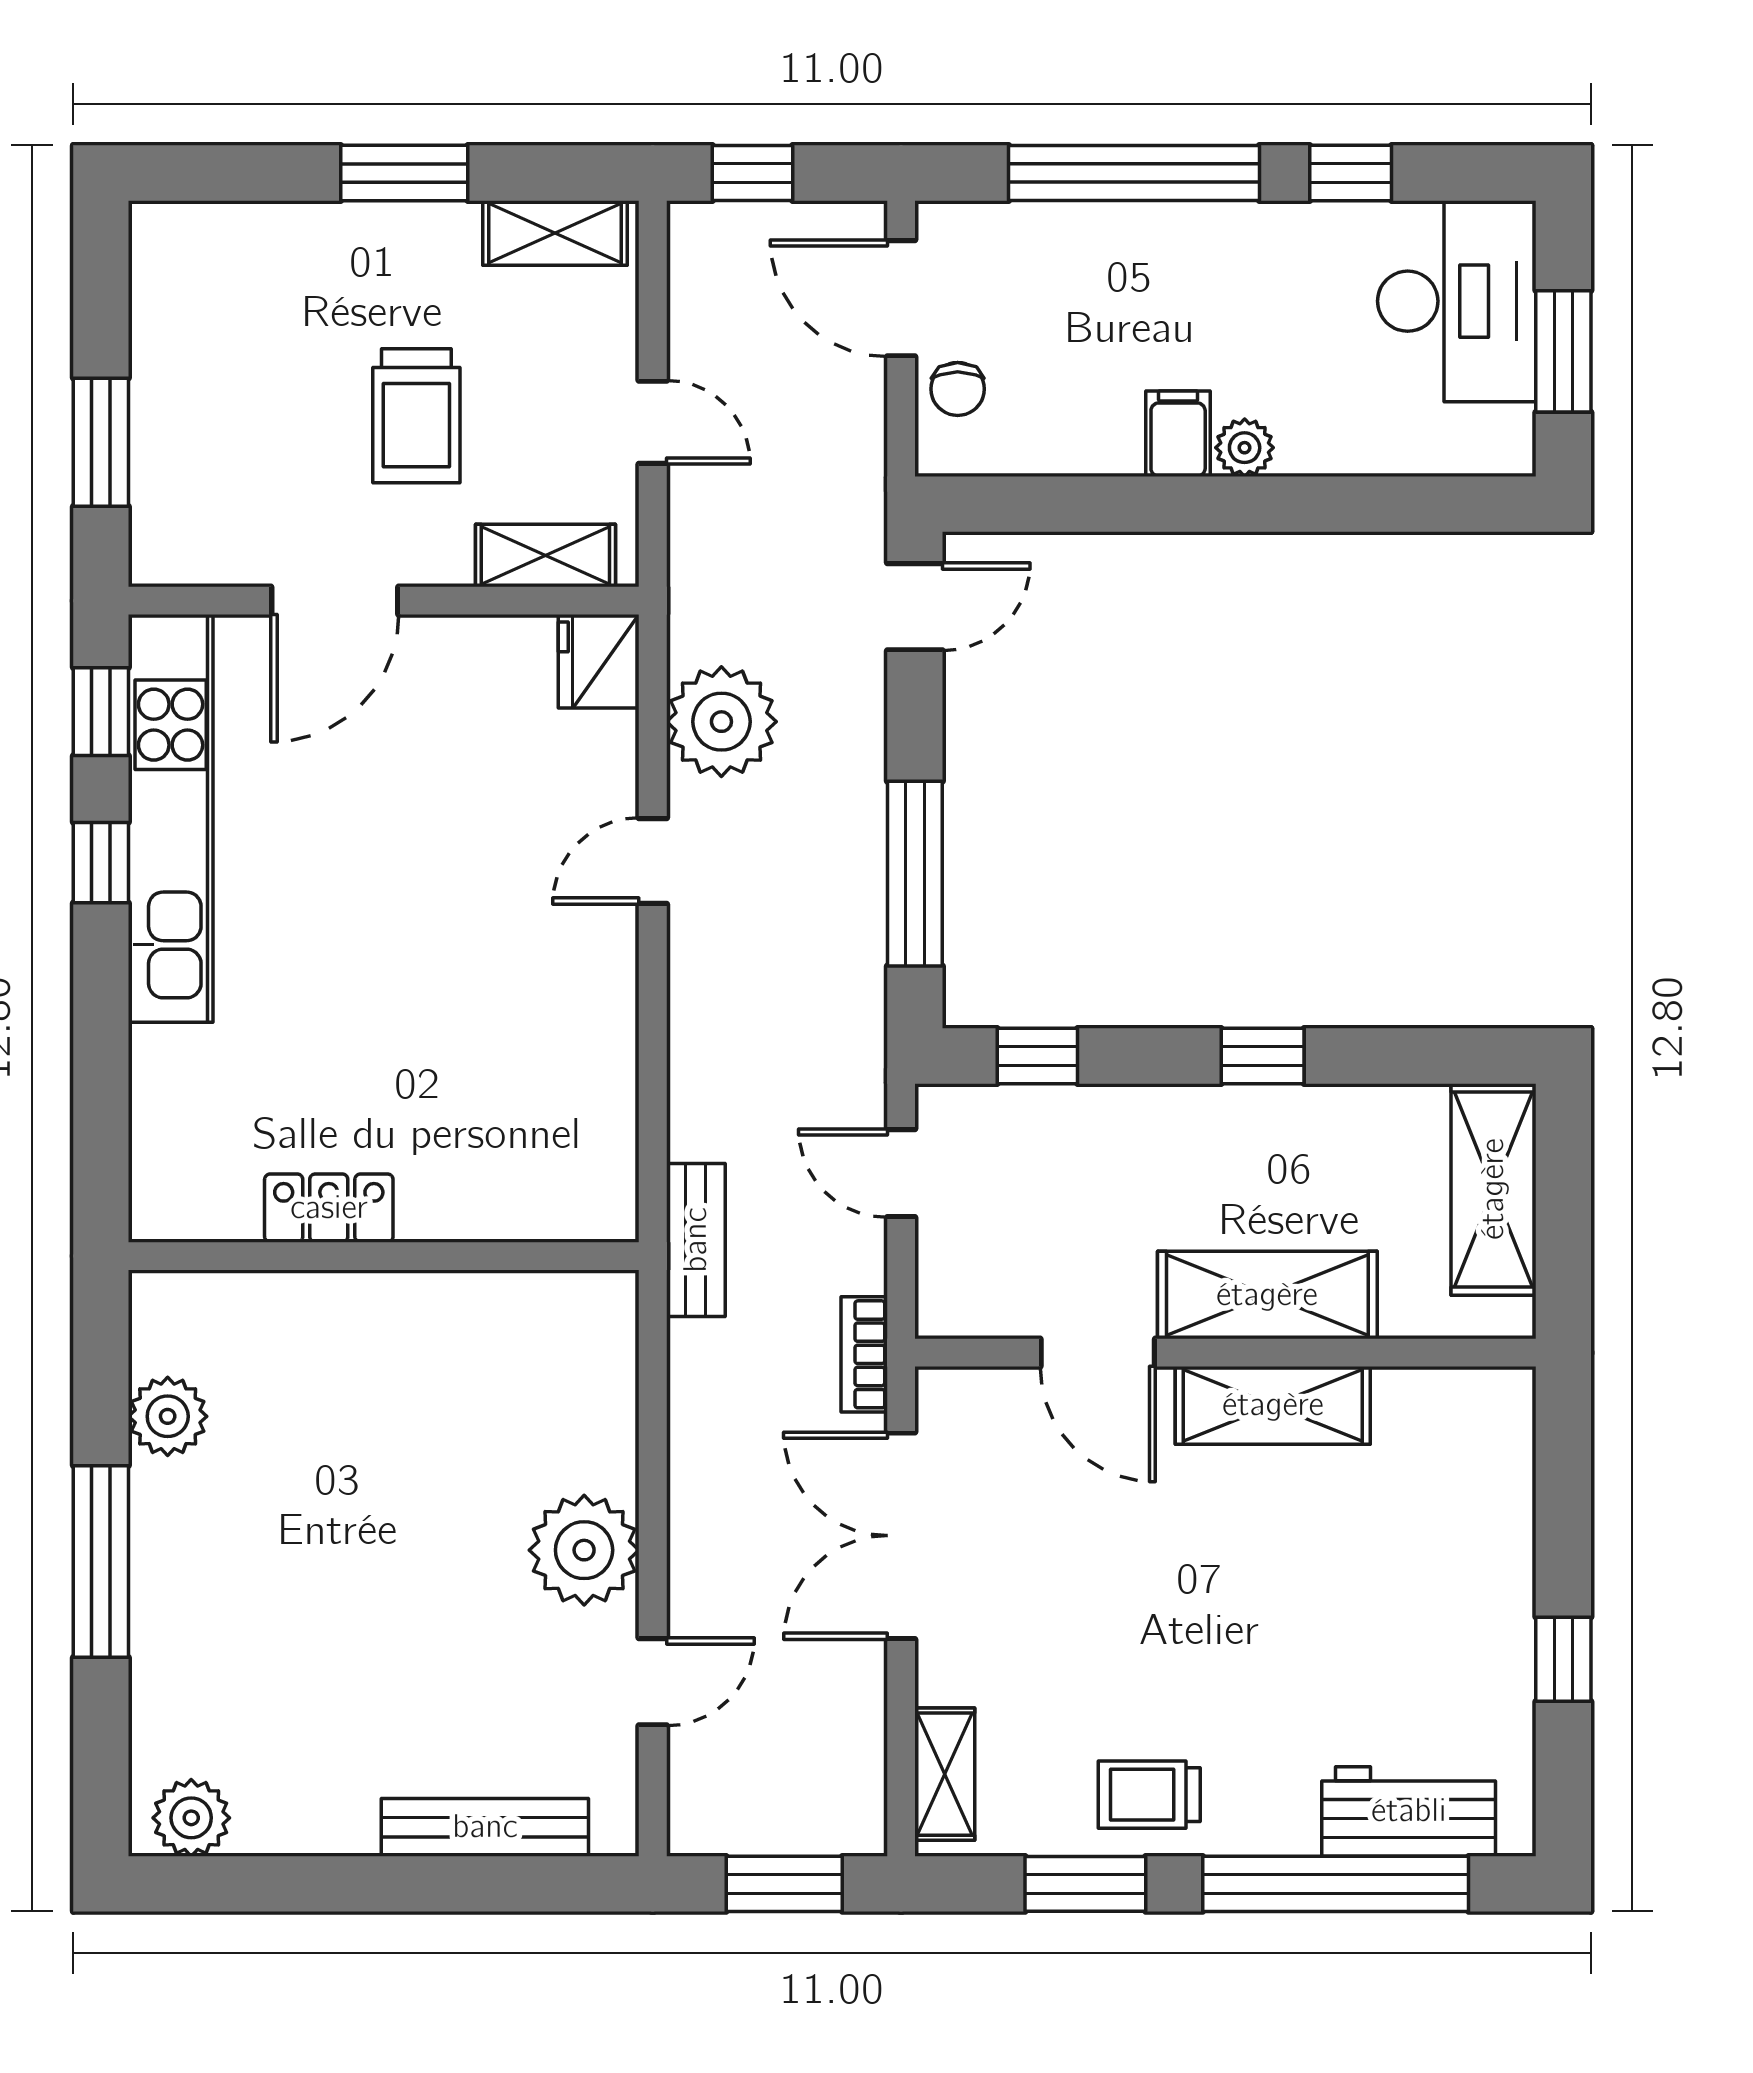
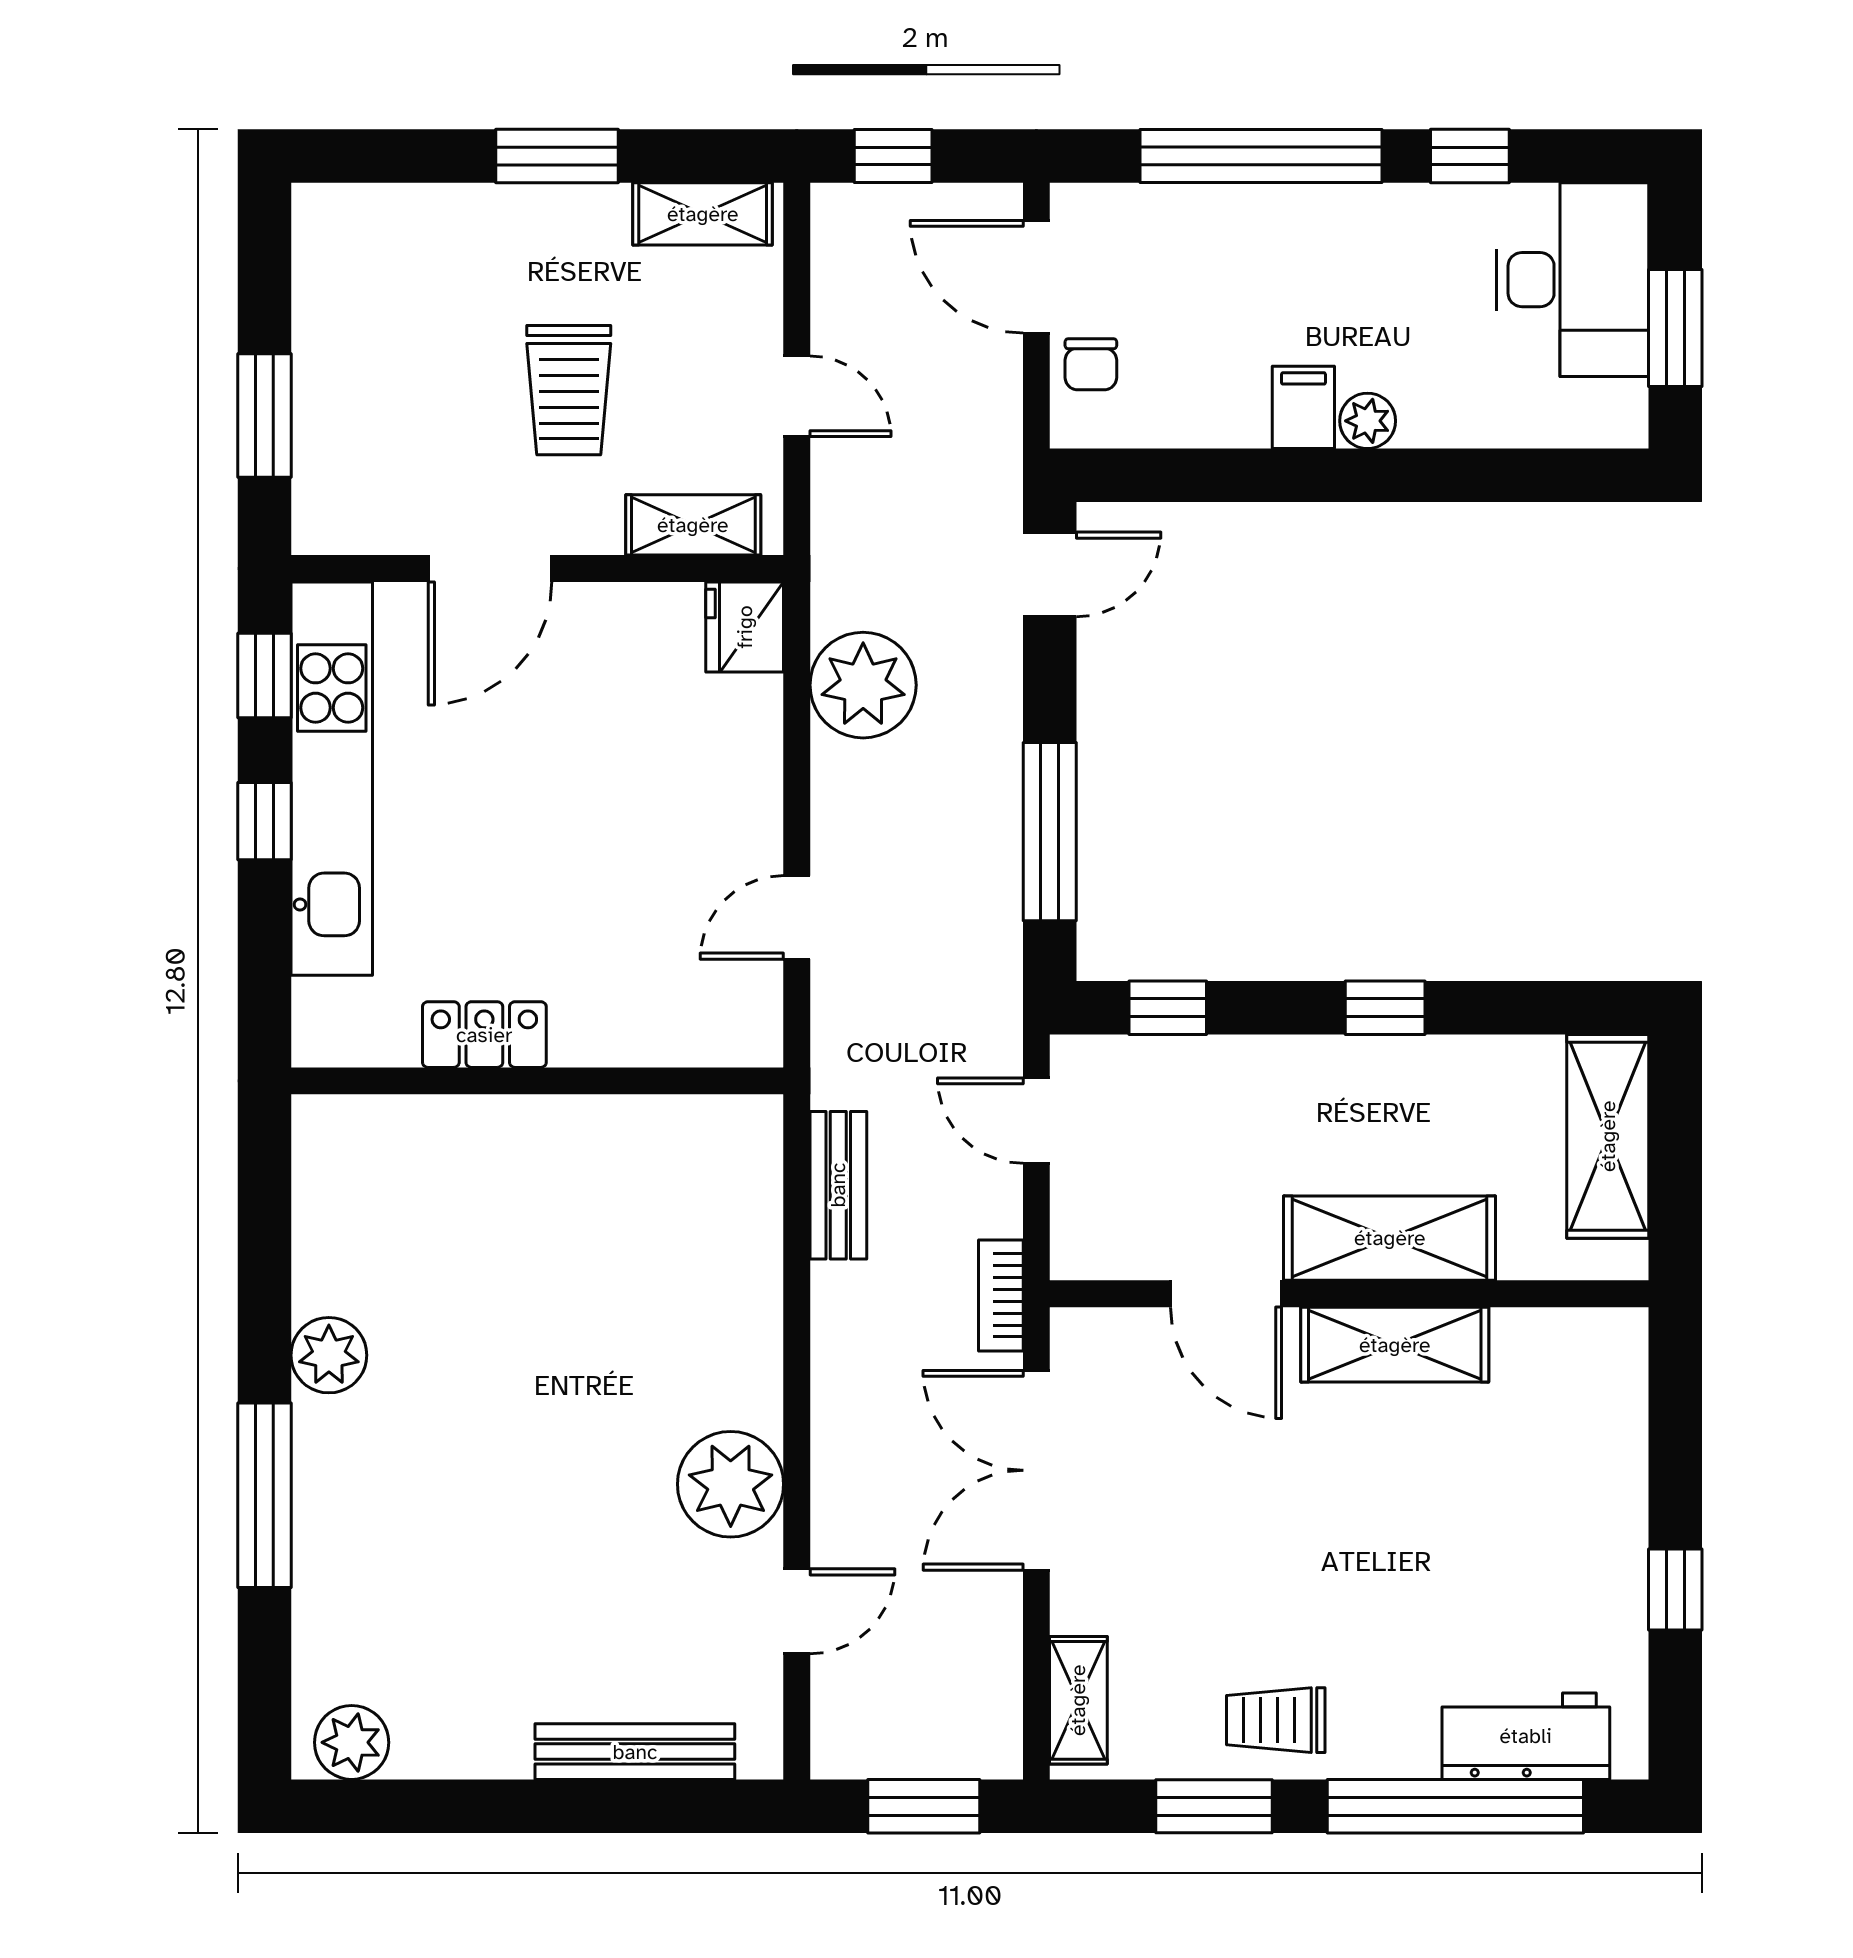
door: (653, 861) -> (797, 917), moved
locker: (329, 1208) -> (484, 1035), moved
wall: (384, 1256) -> (537, 1081), moved

